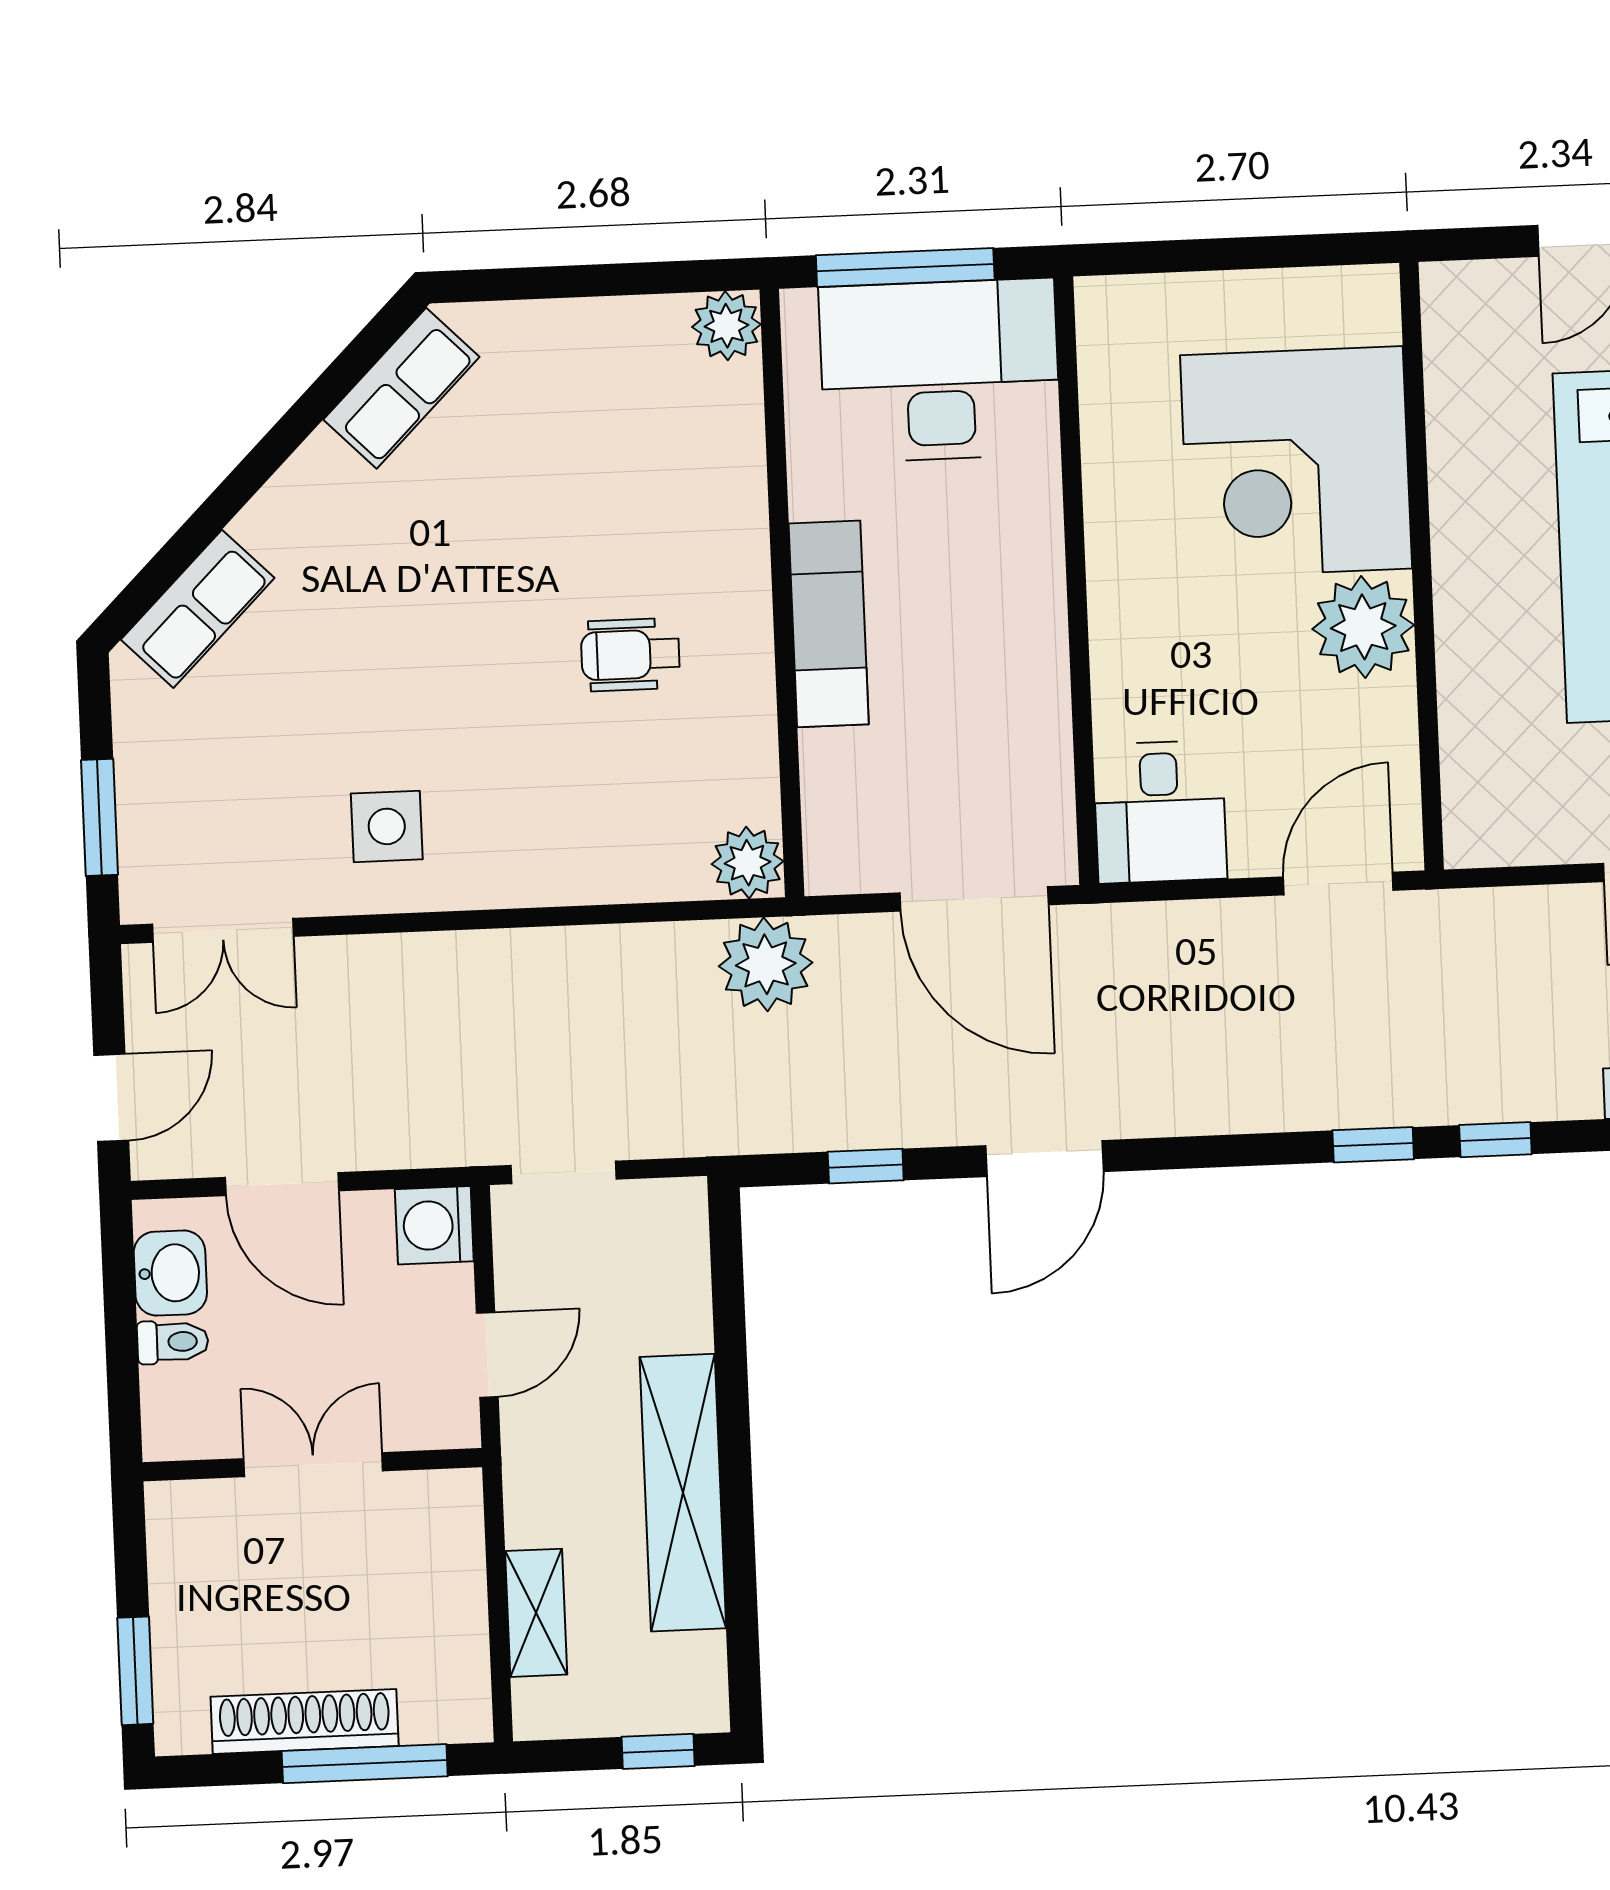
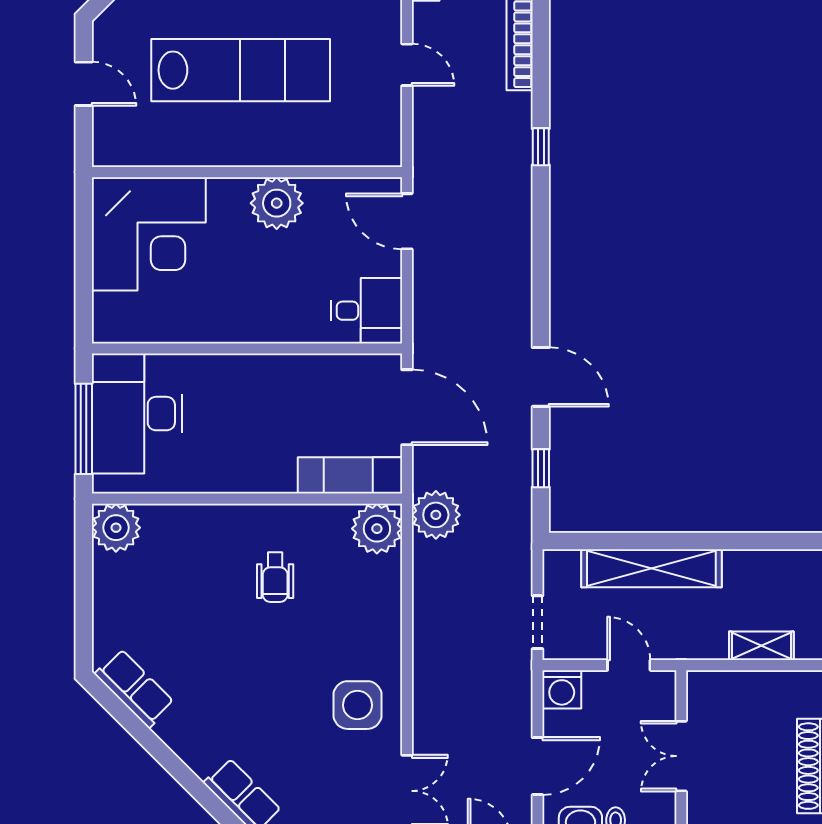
plant: (726, 326) -> (116, 528), width x1.36, depth x1.36
corner desk: (1296, 462) -> (149, 234), moved
exam couch: (829, 624) -> (350, 475), moved
side table: (387, 826) -> (357, 705), width x1.37, depth x1.37
plant: (748, 863) -> (377, 529), width x1.36, depth x1.36
door: (974, 899) -> (407, 407), hinge flipped
window: (1373, 1145) -> (541, 209), removed
shelving: (683, 1493) -> (651, 568), moved

